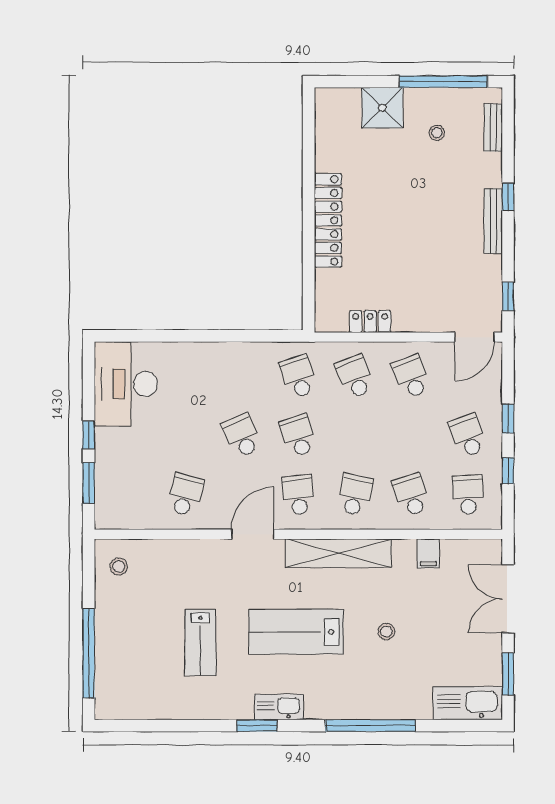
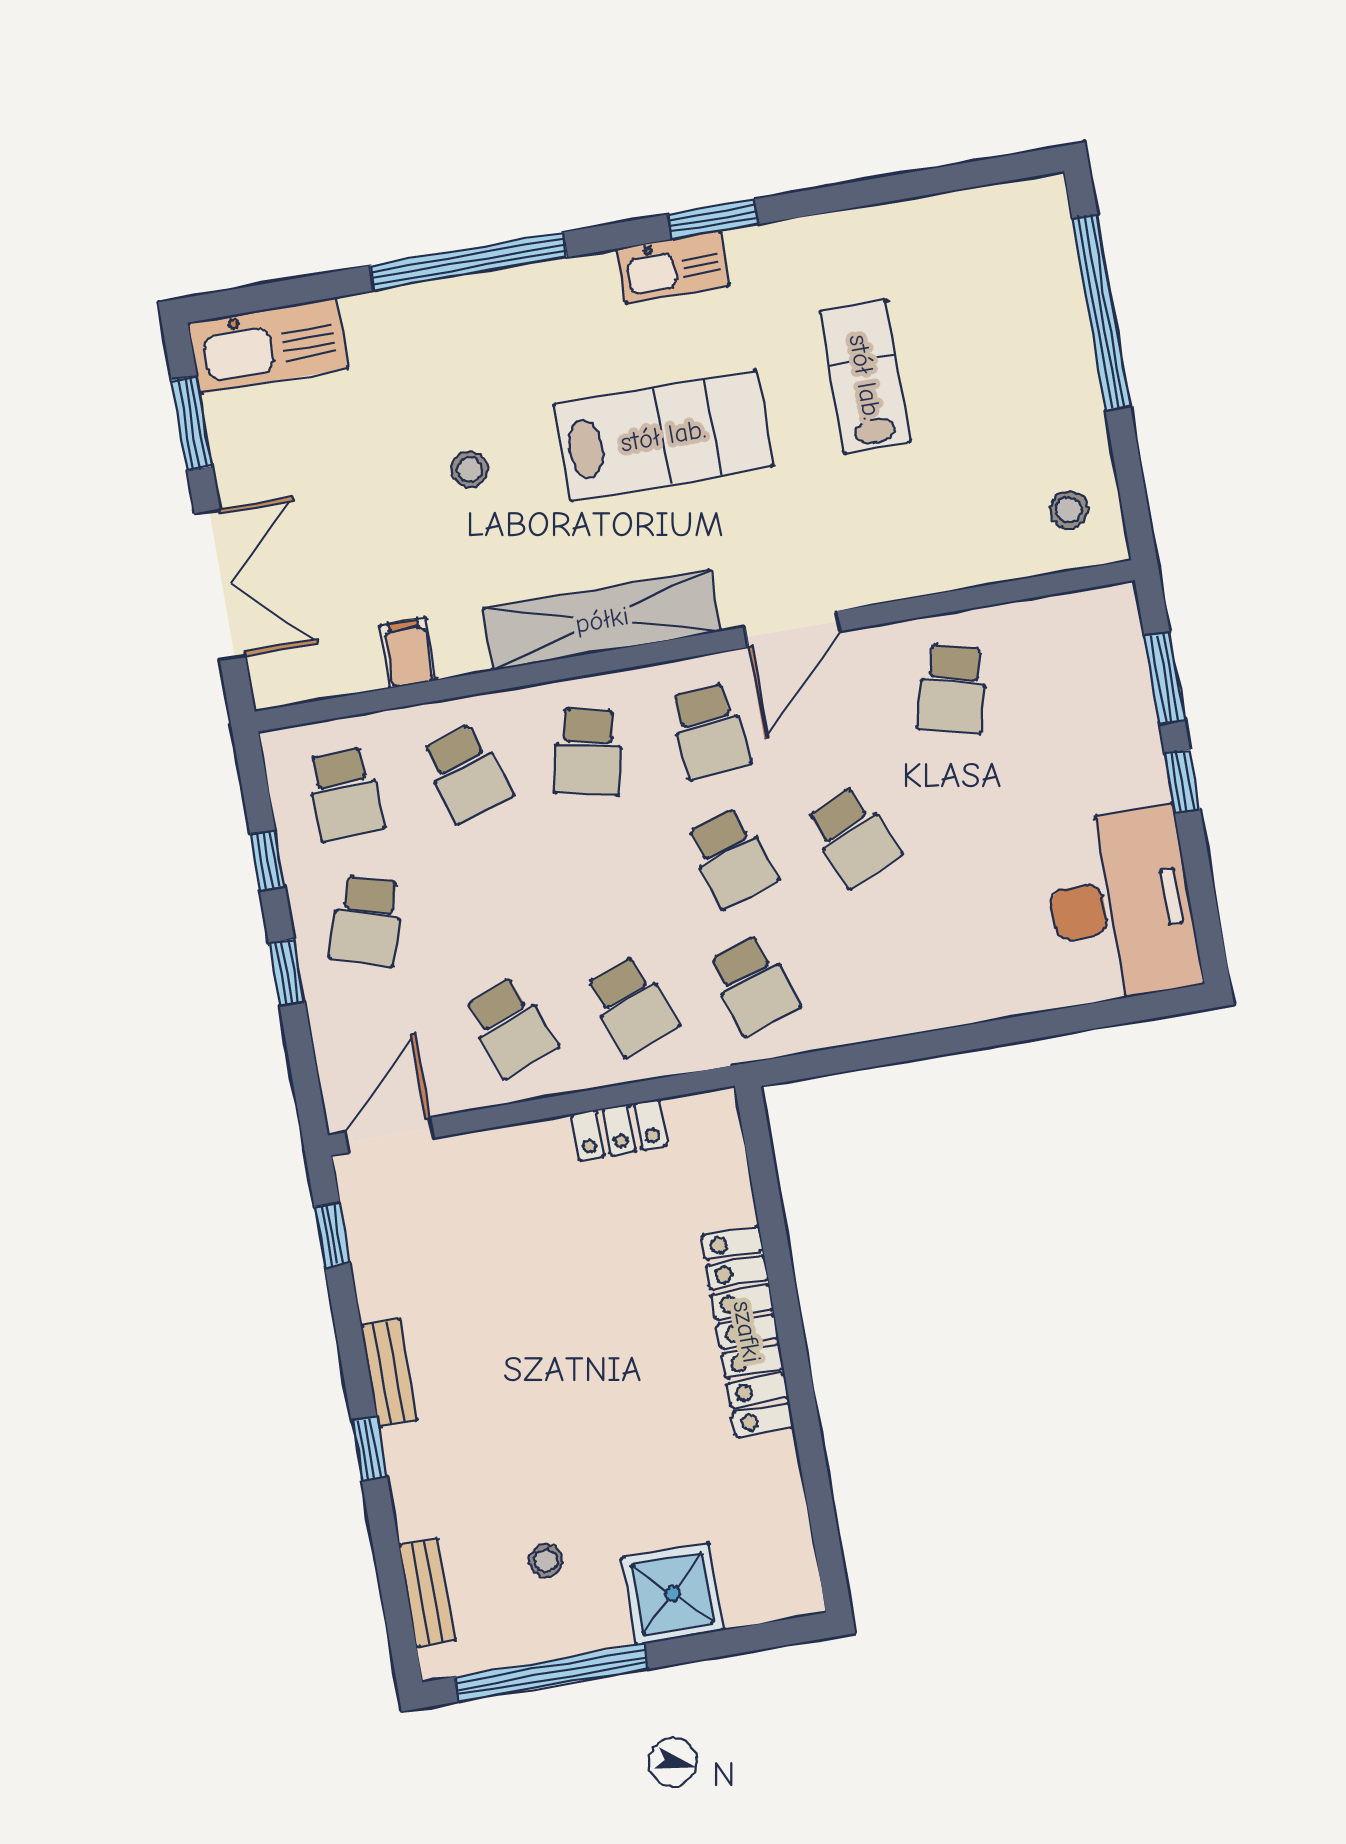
bench: (493, 221) -> (389, 1373), width x0.73
school desk: (468, 436) -> (367, 921), turned 39

